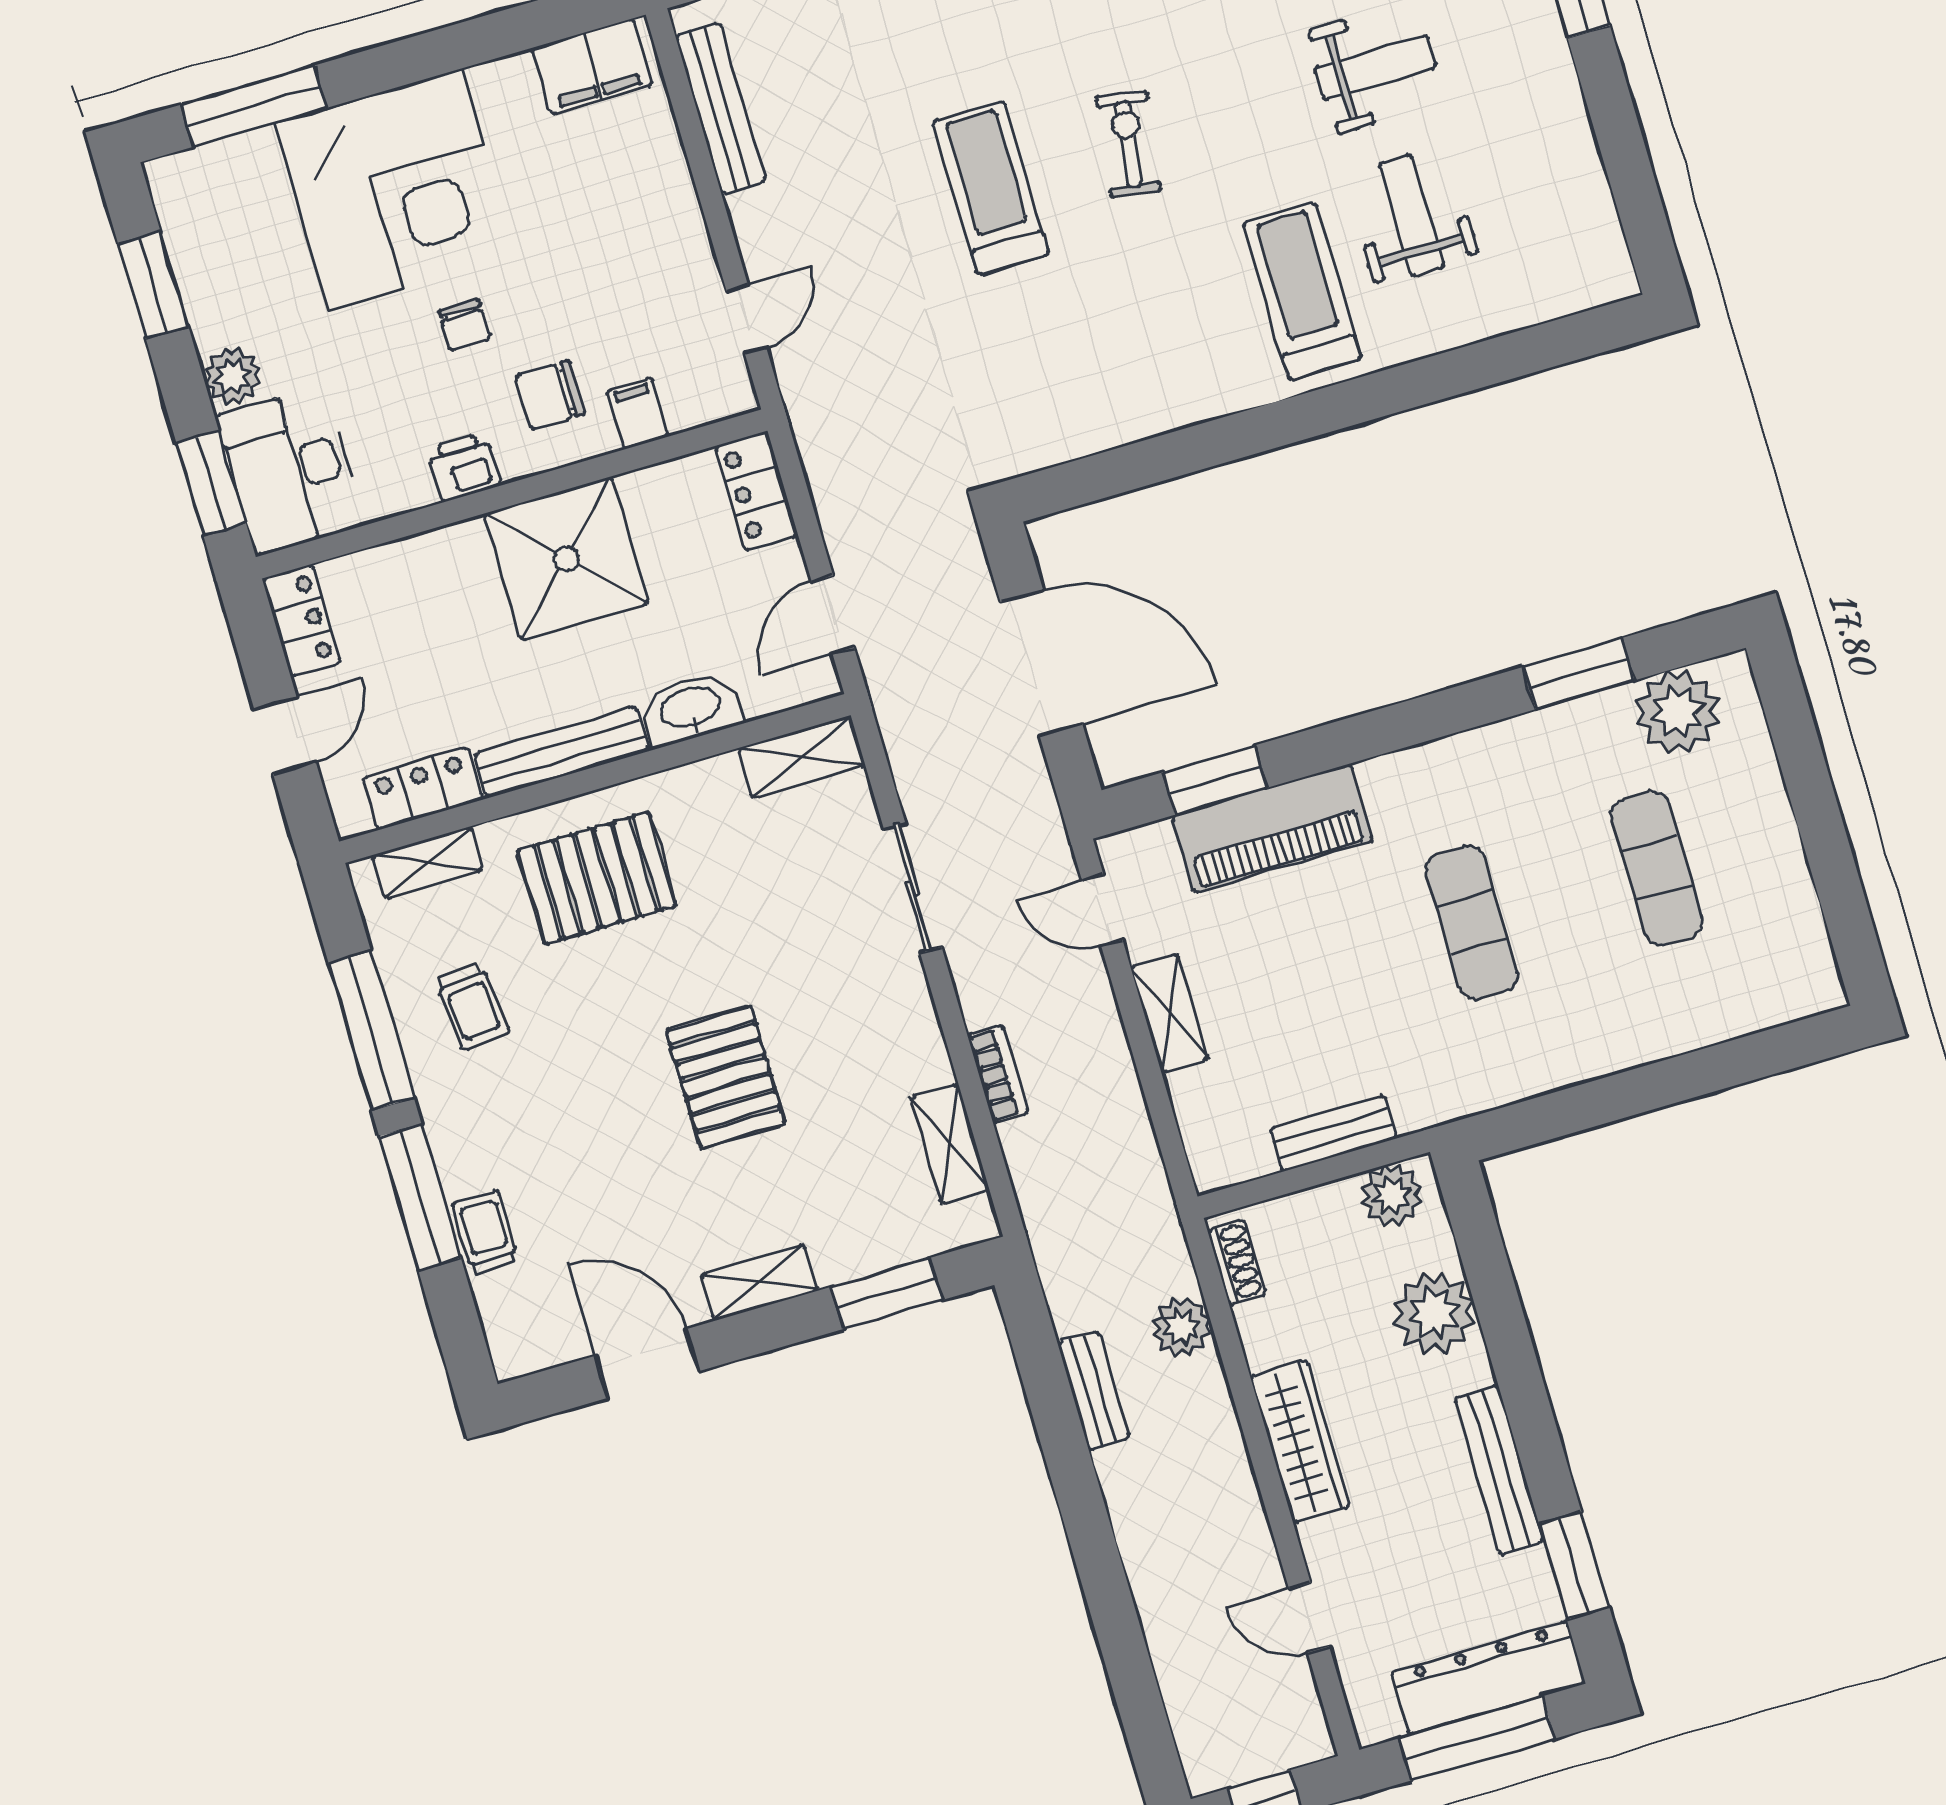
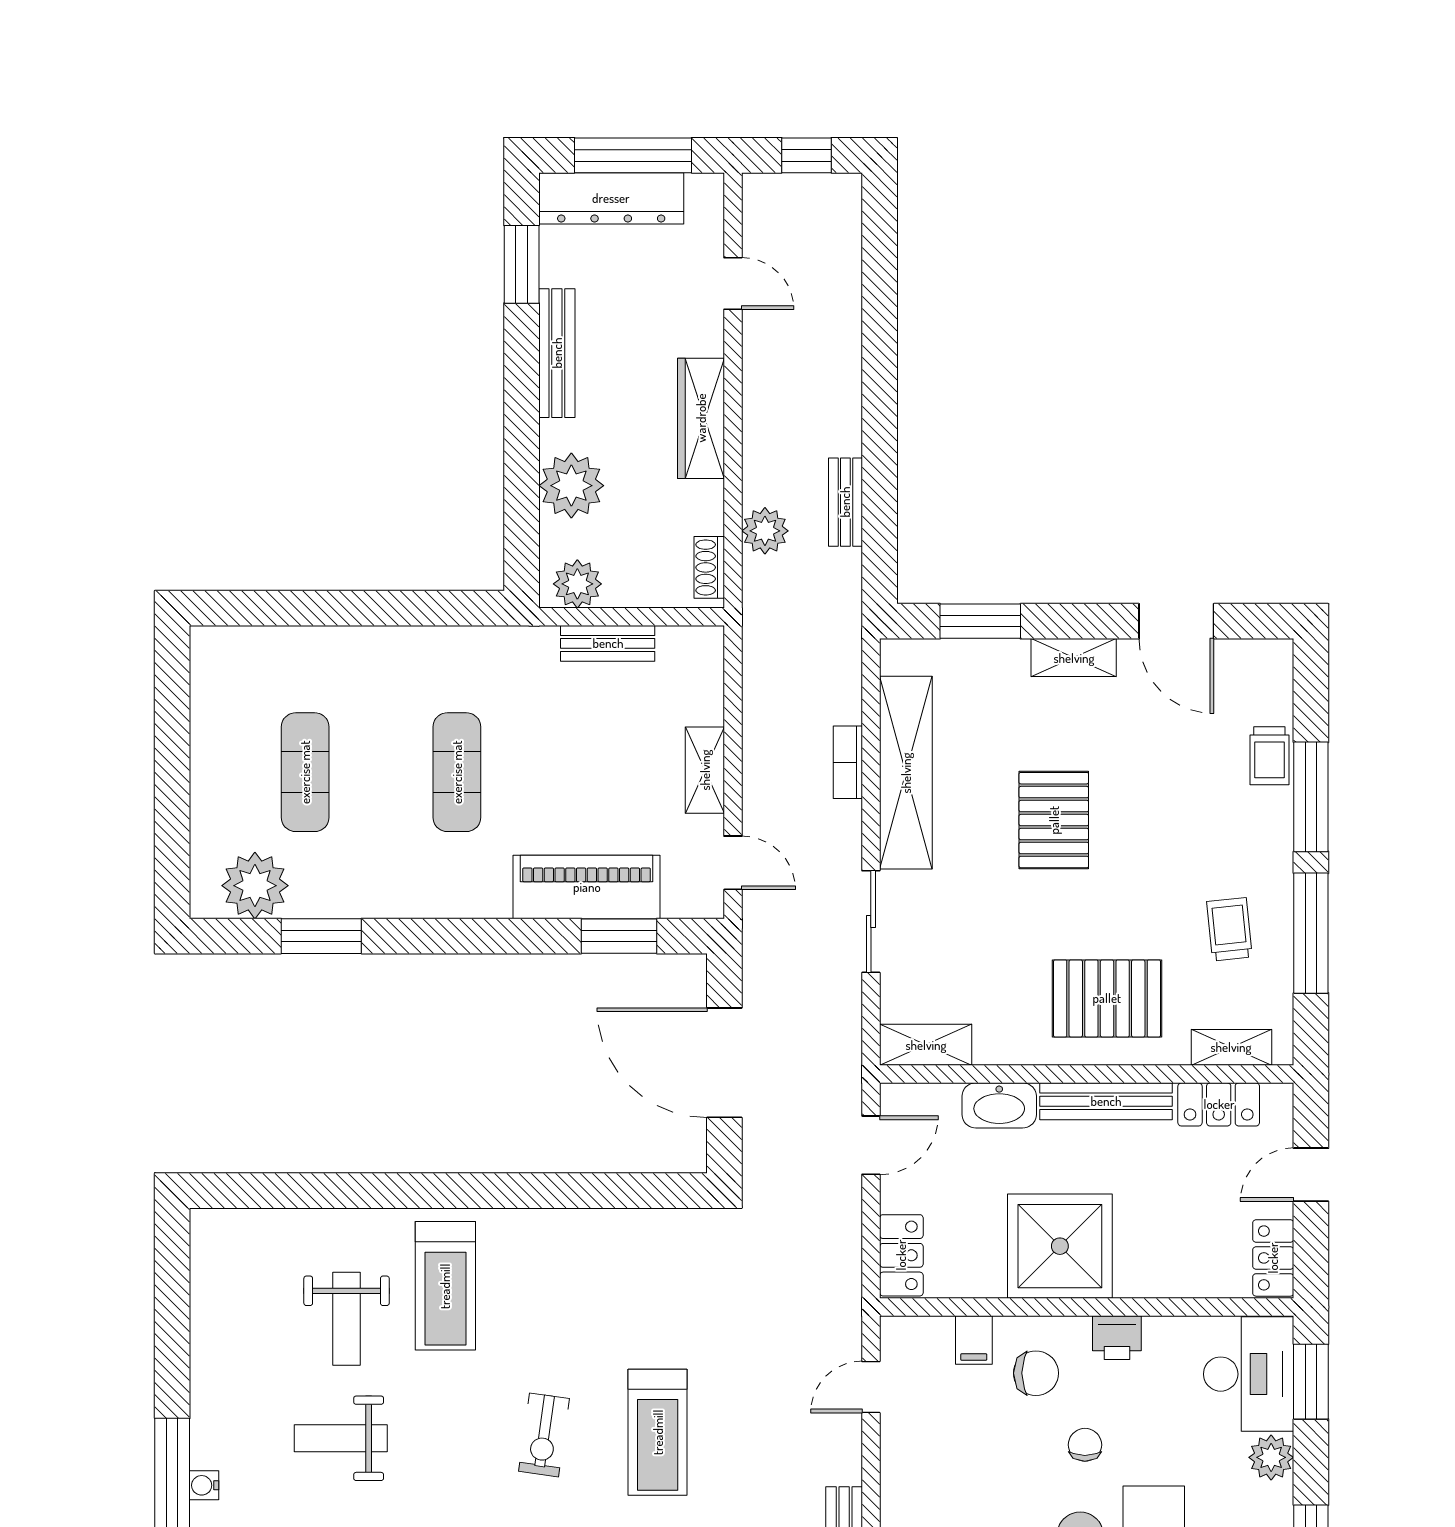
shelving: (950, 1144) -> (906, 773), width x2.20, depth x1.33

